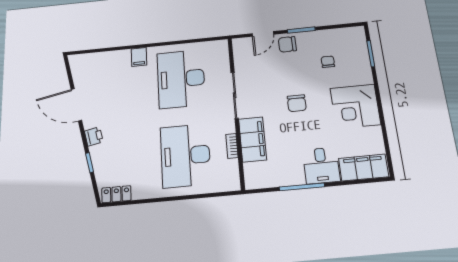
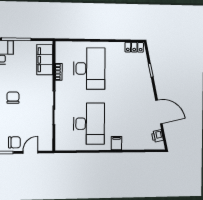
printer: (94, 136) -> (157, 136), moved
filing cabinet: (253, 139) -> (45, 60), moved

